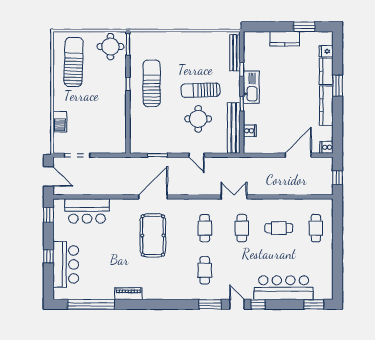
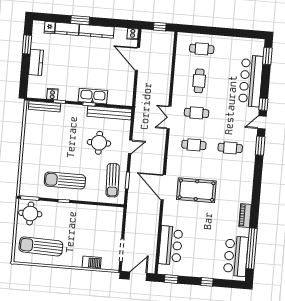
kitchen sink: (251, 87) -> (93, 96), moved
sun lounger: (201, 90) -> (113, 180), moved
cooker: (250, 131) -> (52, 94), moved
bar counter: (66, 264) -> (236, 256), moved, turned -90

